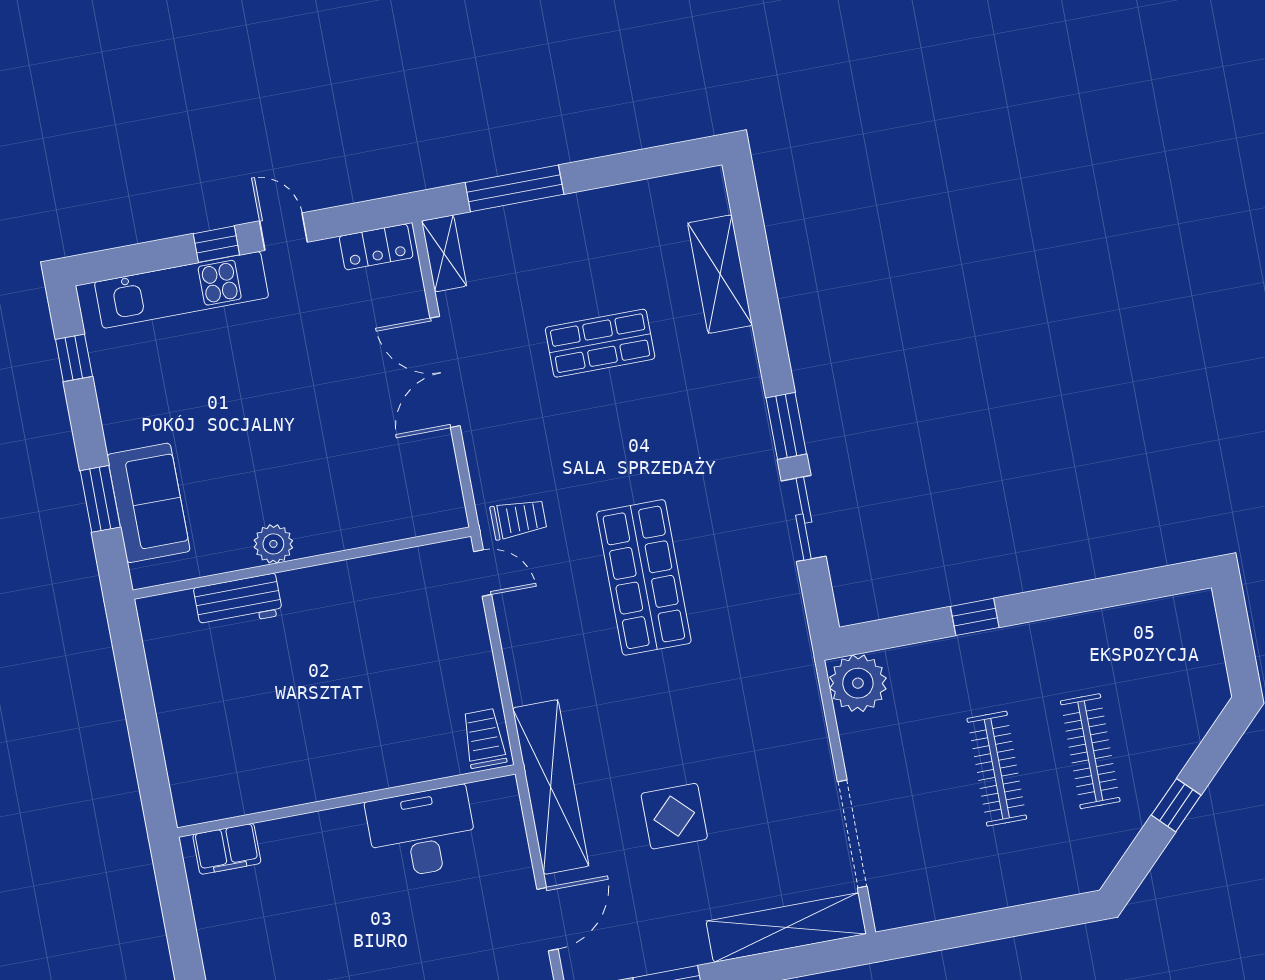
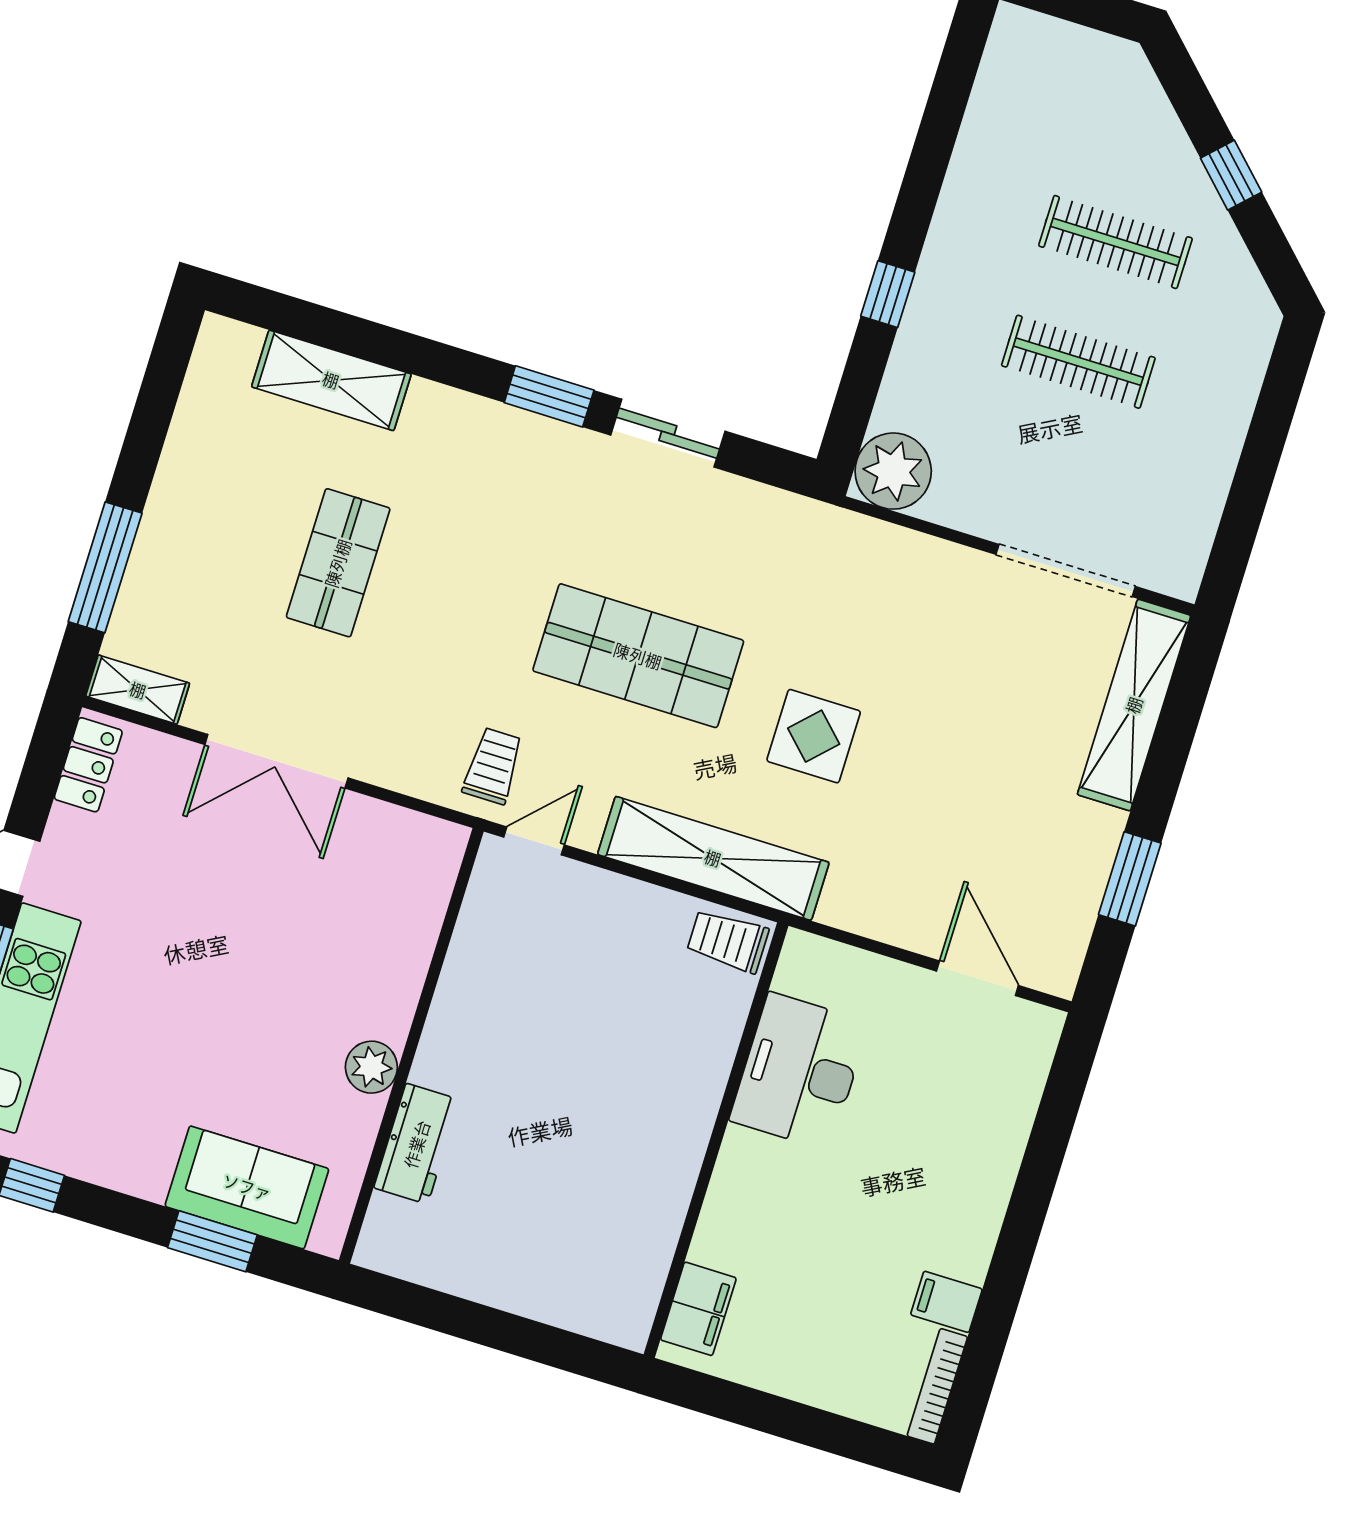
shelving: (551, 787) -> (713, 858), moved
display table: (674, 816) -> (814, 736), moved

